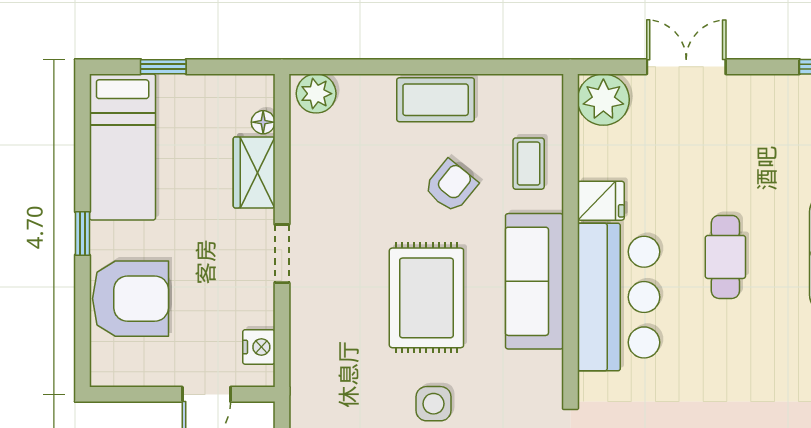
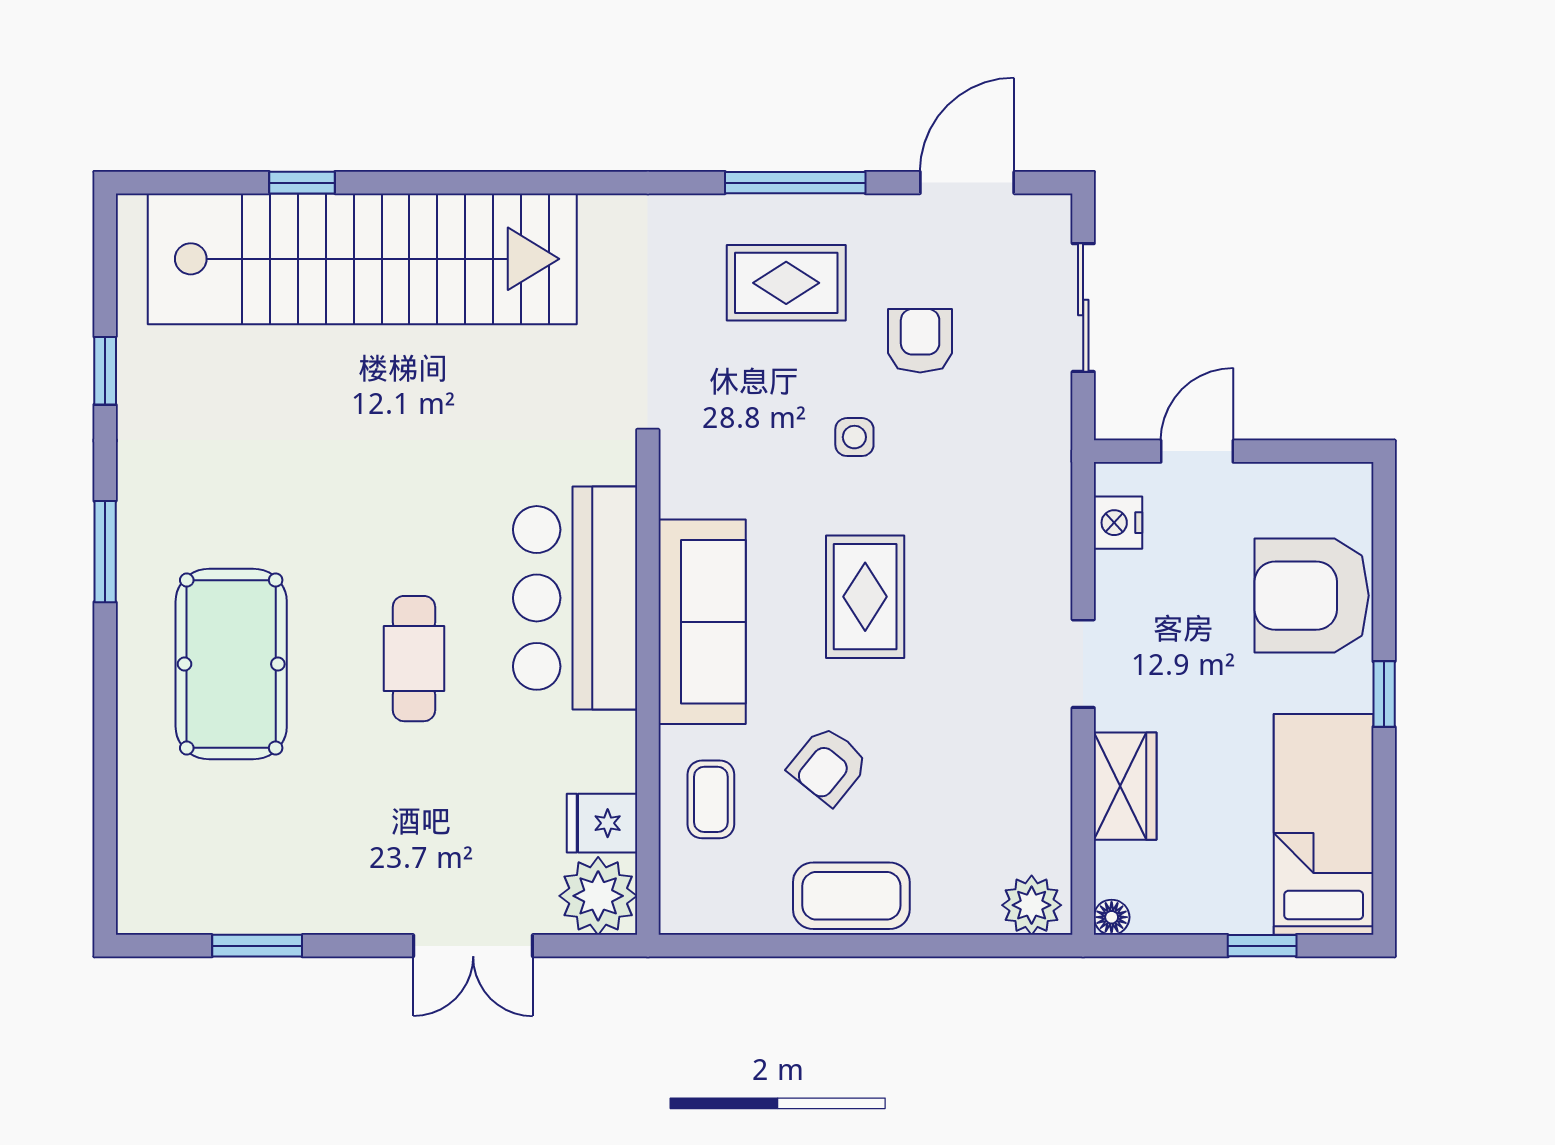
floor lamp: (263, 122) -> (1112, 917), moved
fridge: (601, 201) -> (602, 823), moved
rug: (426, 298) -> (865, 597), width x0.73, depth x0.70
side table: (434, 404) -> (854, 437), width x0.73, depth x0.73

